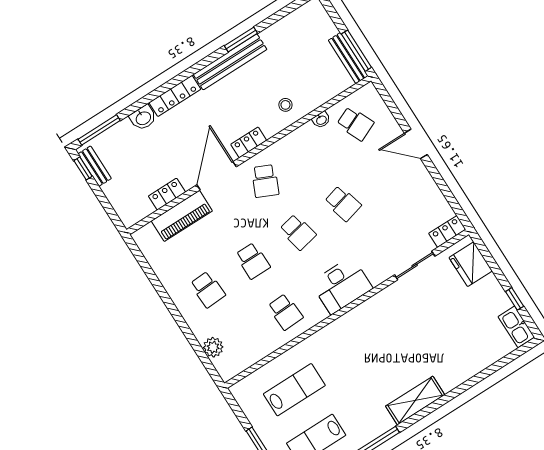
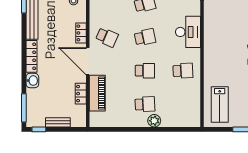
bench: (95, 166) -> (58, 122), moved
plant: (213, 347) -> (154, 121), moved
lab bench: (294, 390) -> (220, 105), moved, turned 180

